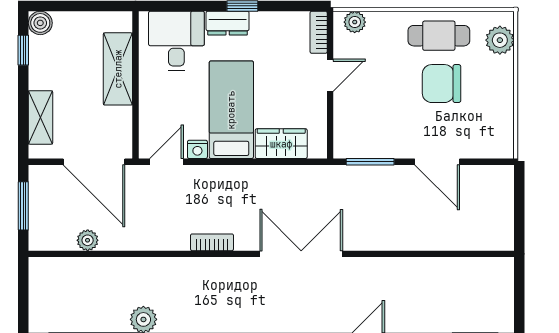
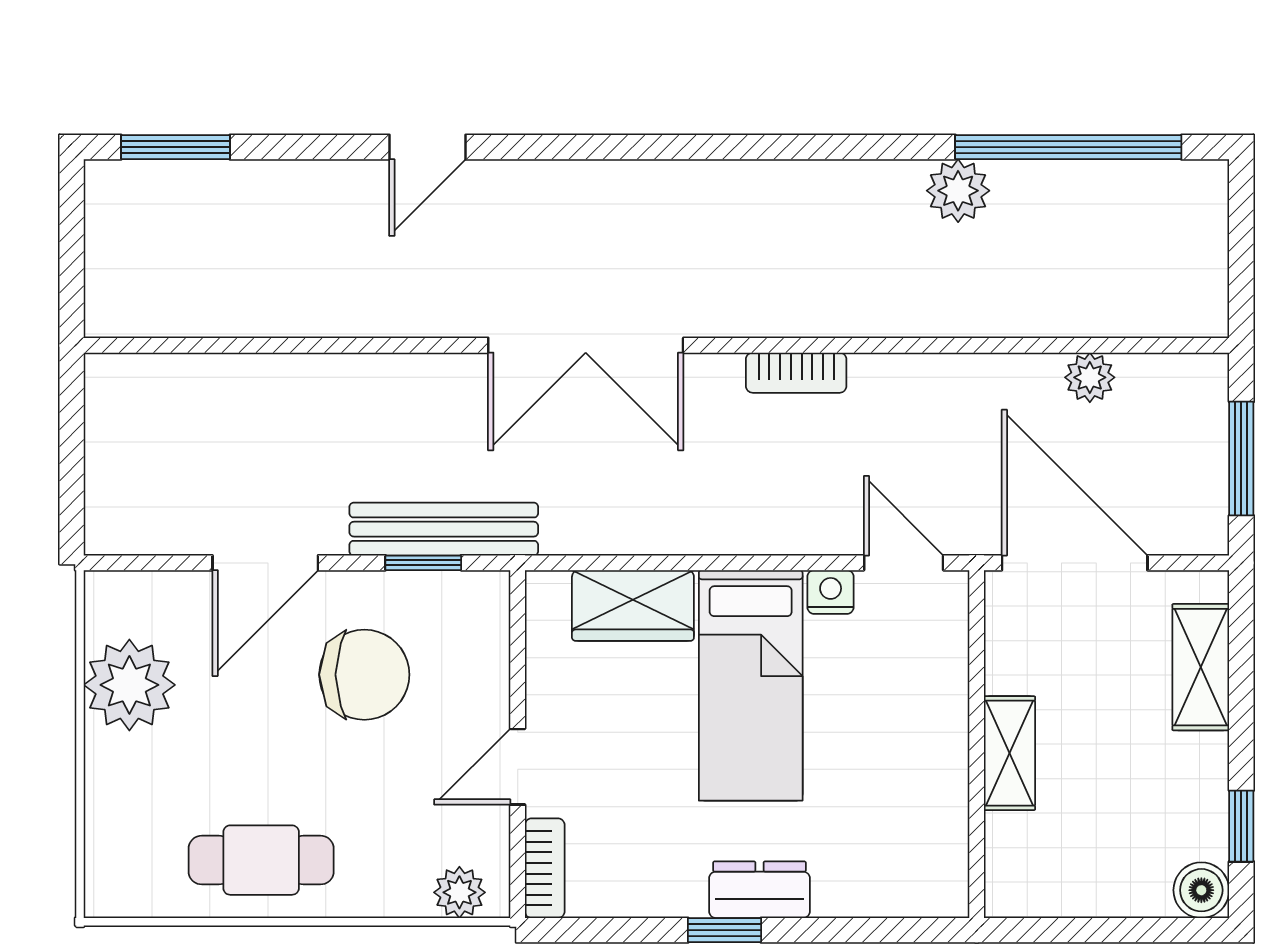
plant: (500, 40) -> (129, 685), moved, width x1.36, depth x1.36
desk: (176, 41) -> (880, 848), removed
shelving: (118, 69) -> (1010, 753), width x0.67, depth x0.75
chair: (442, 84) -> (364, 675), moved
door: (166, 162) -> (904, 563), swing flipped
window: (370, 162) -> (423, 563), width x0.67
door: (437, 162) -> (265, 563), swing flipped
bench: (361, 176) -> (444, 529), added

